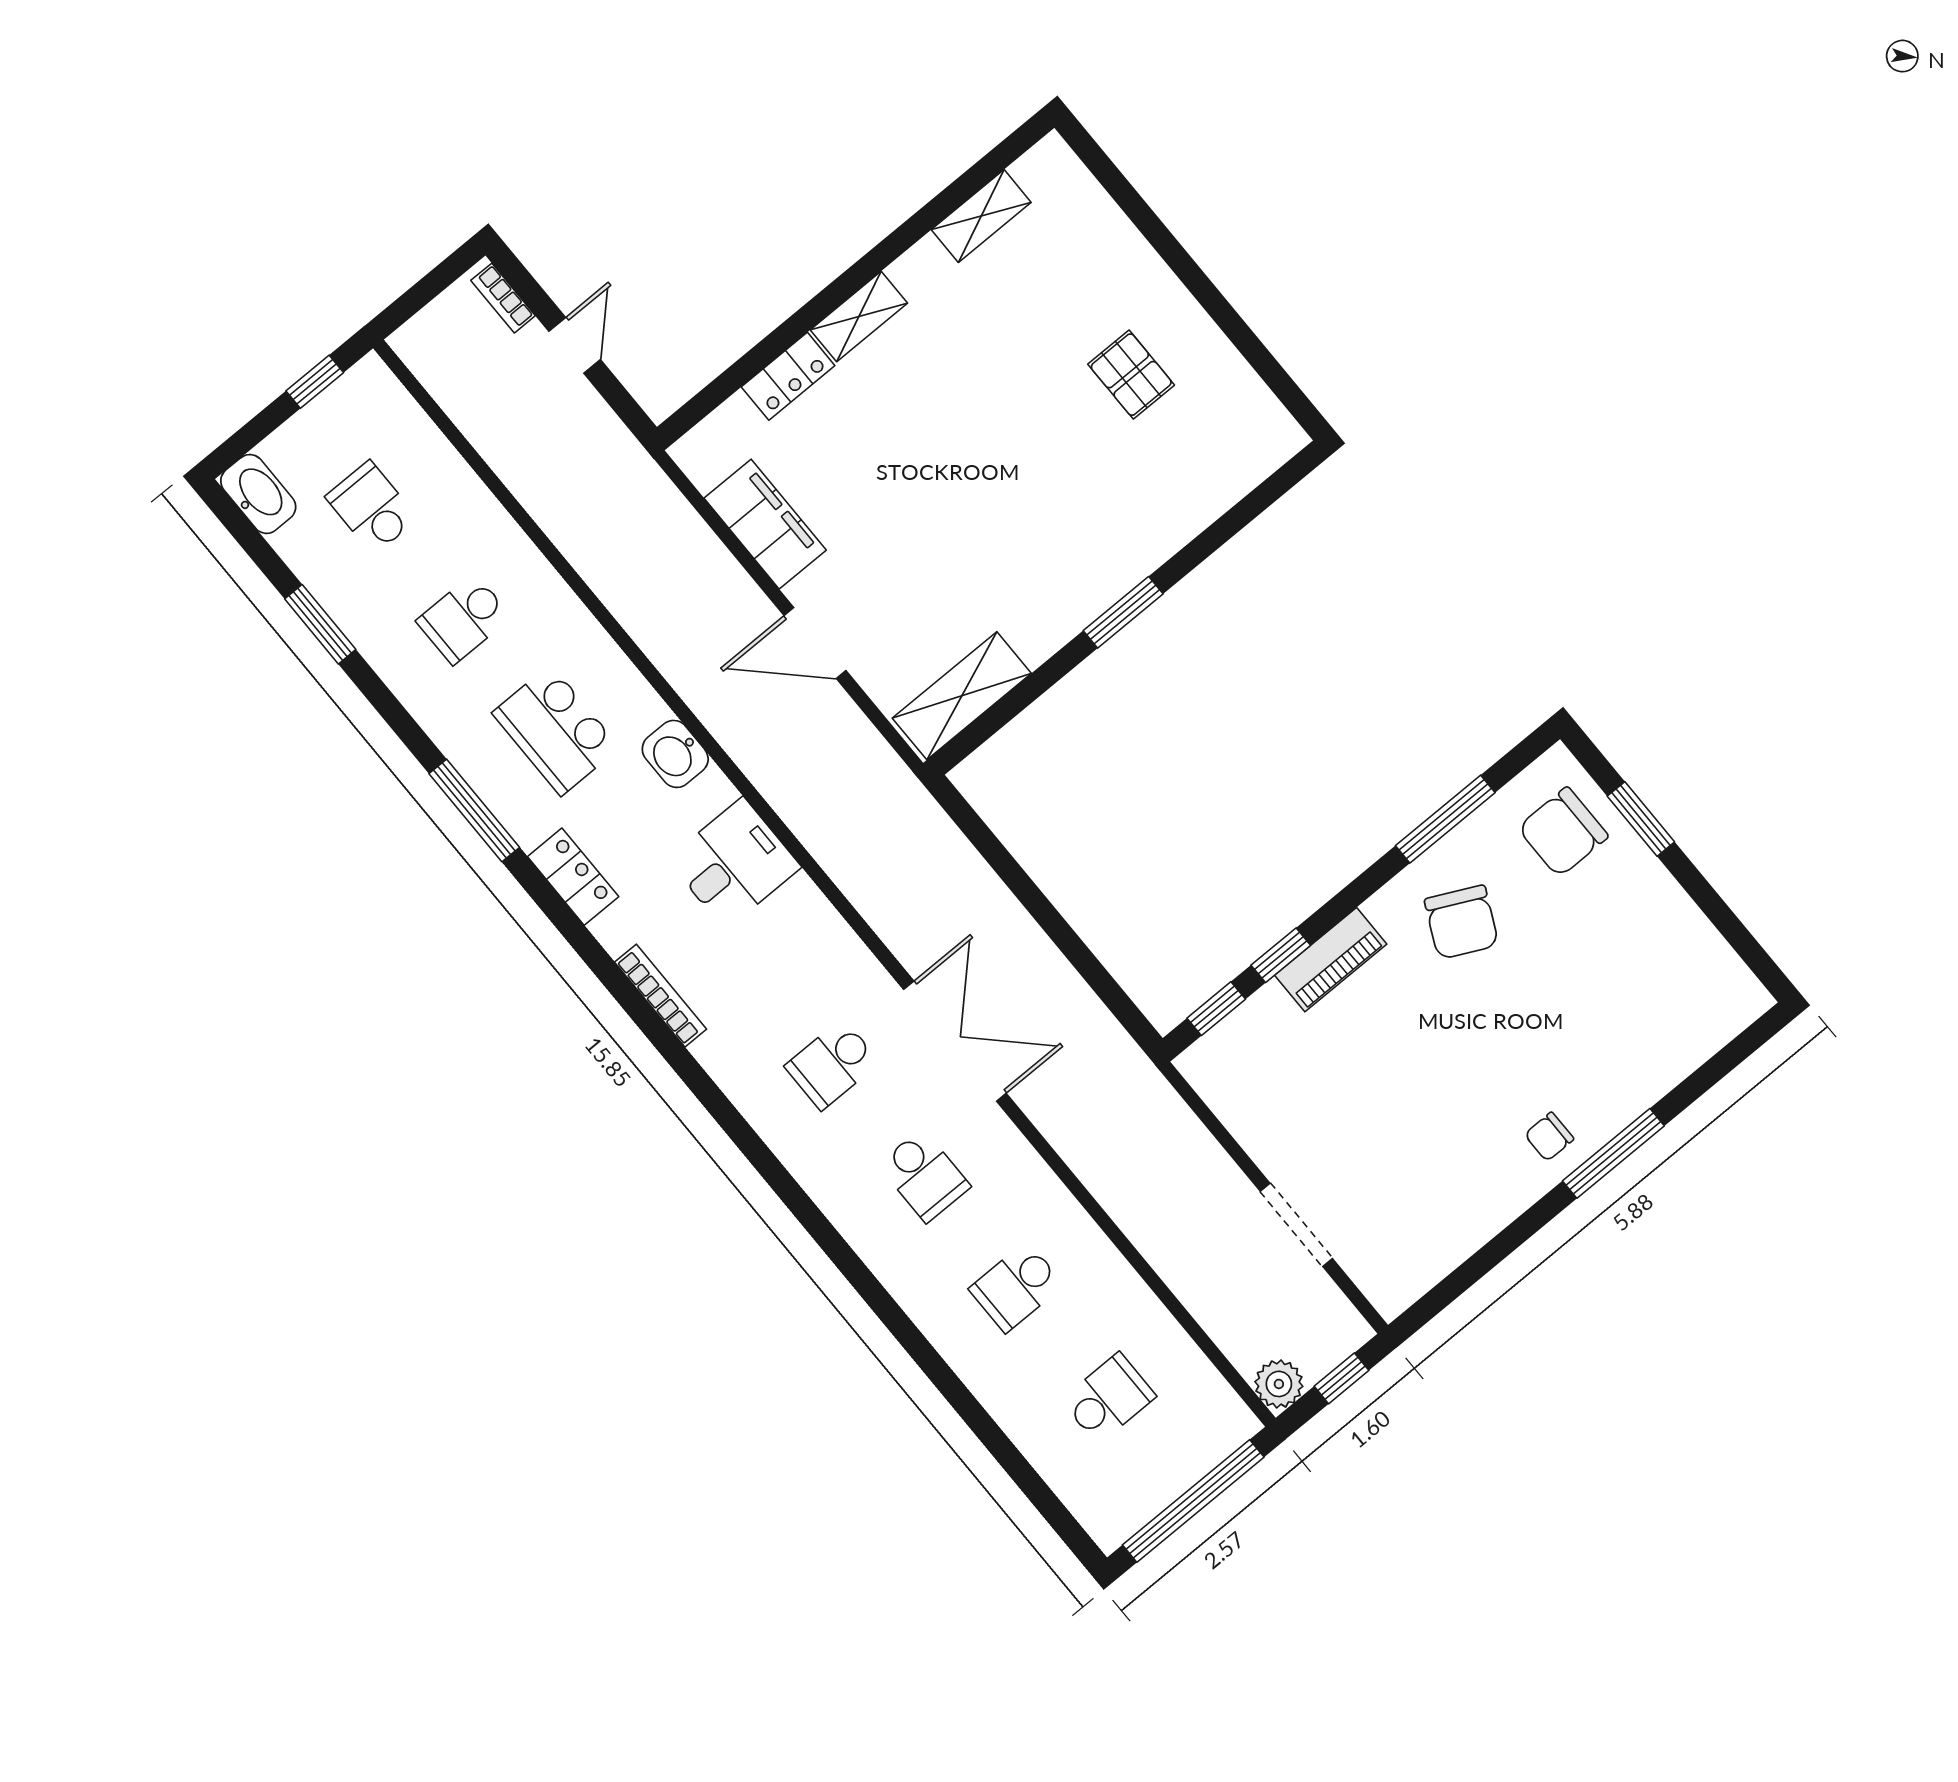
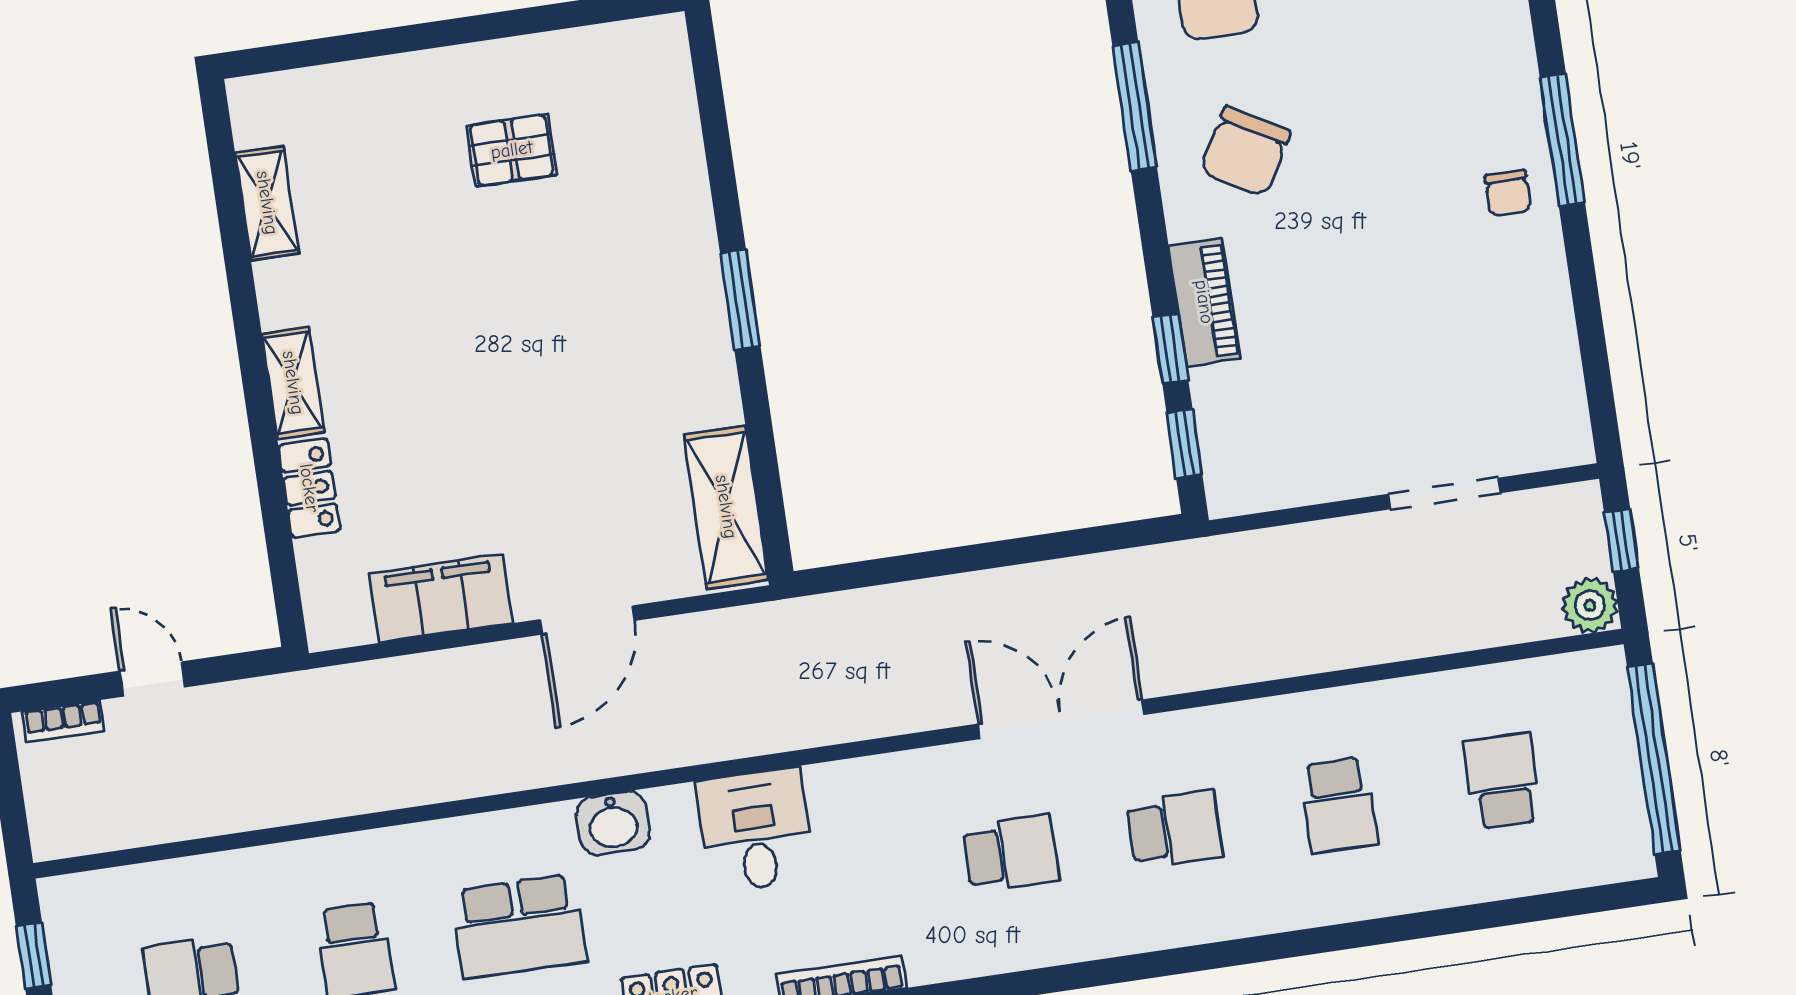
chair: (1462, 922) -> (1245, 152), turned 94
school desk: (832, 1064) -> (1011, 854), turned -90

